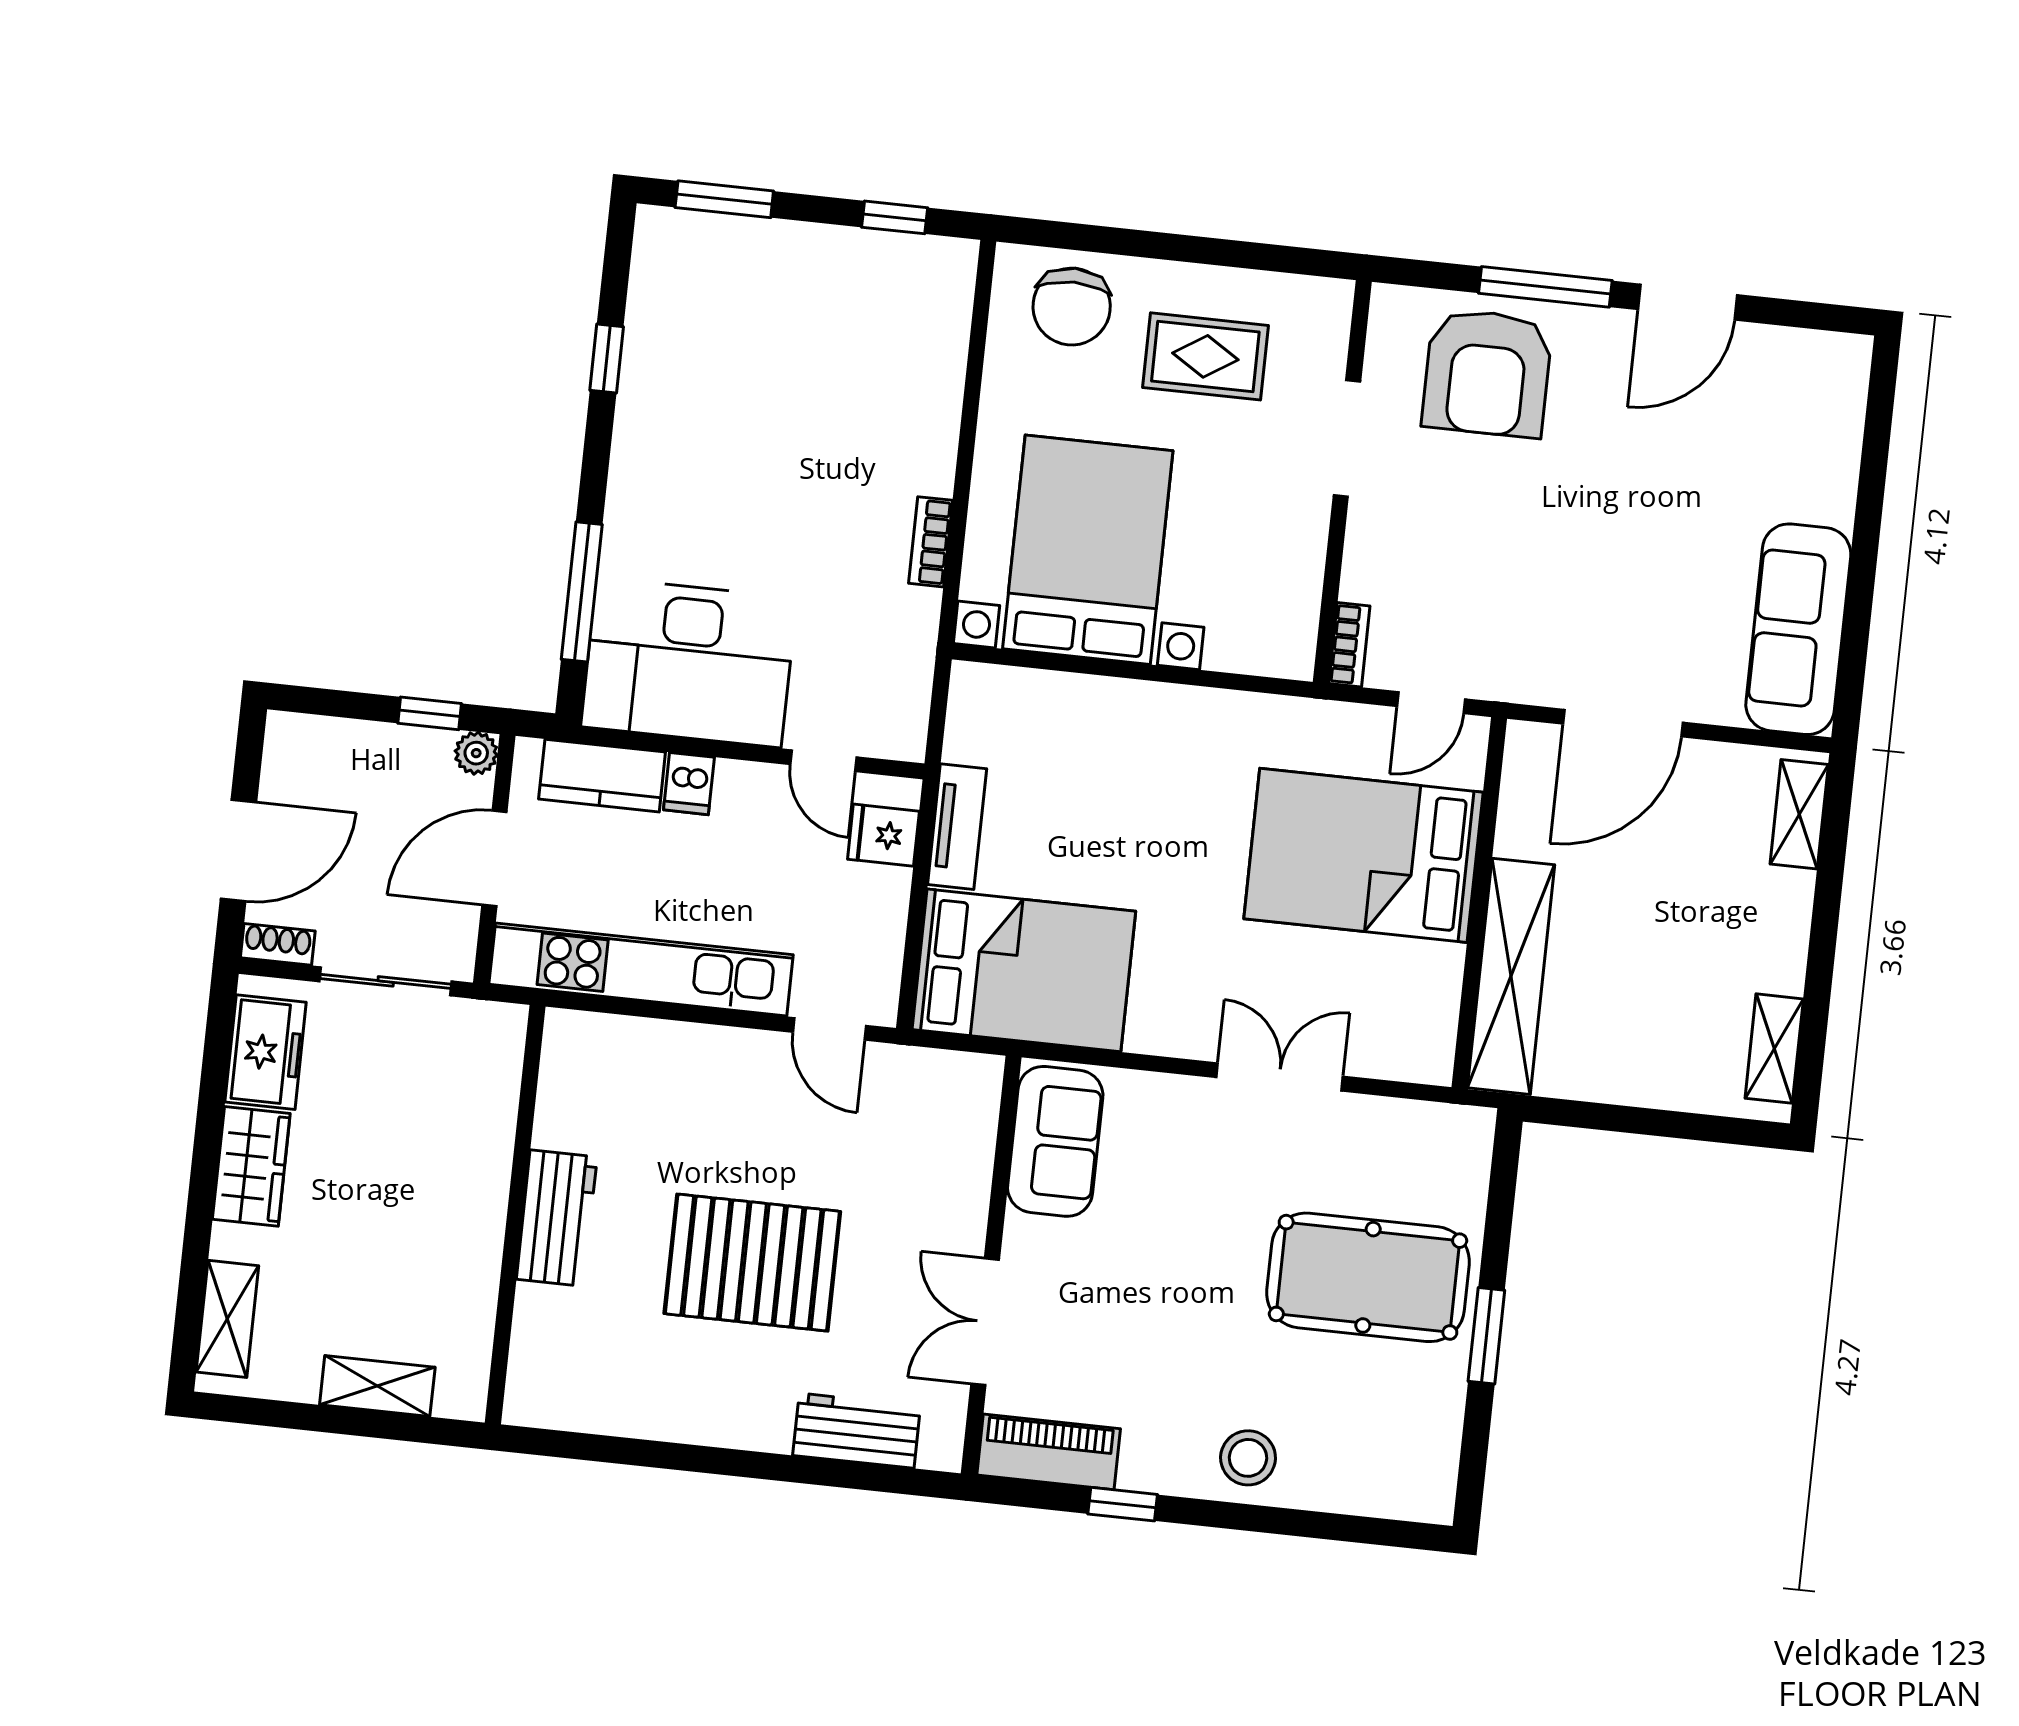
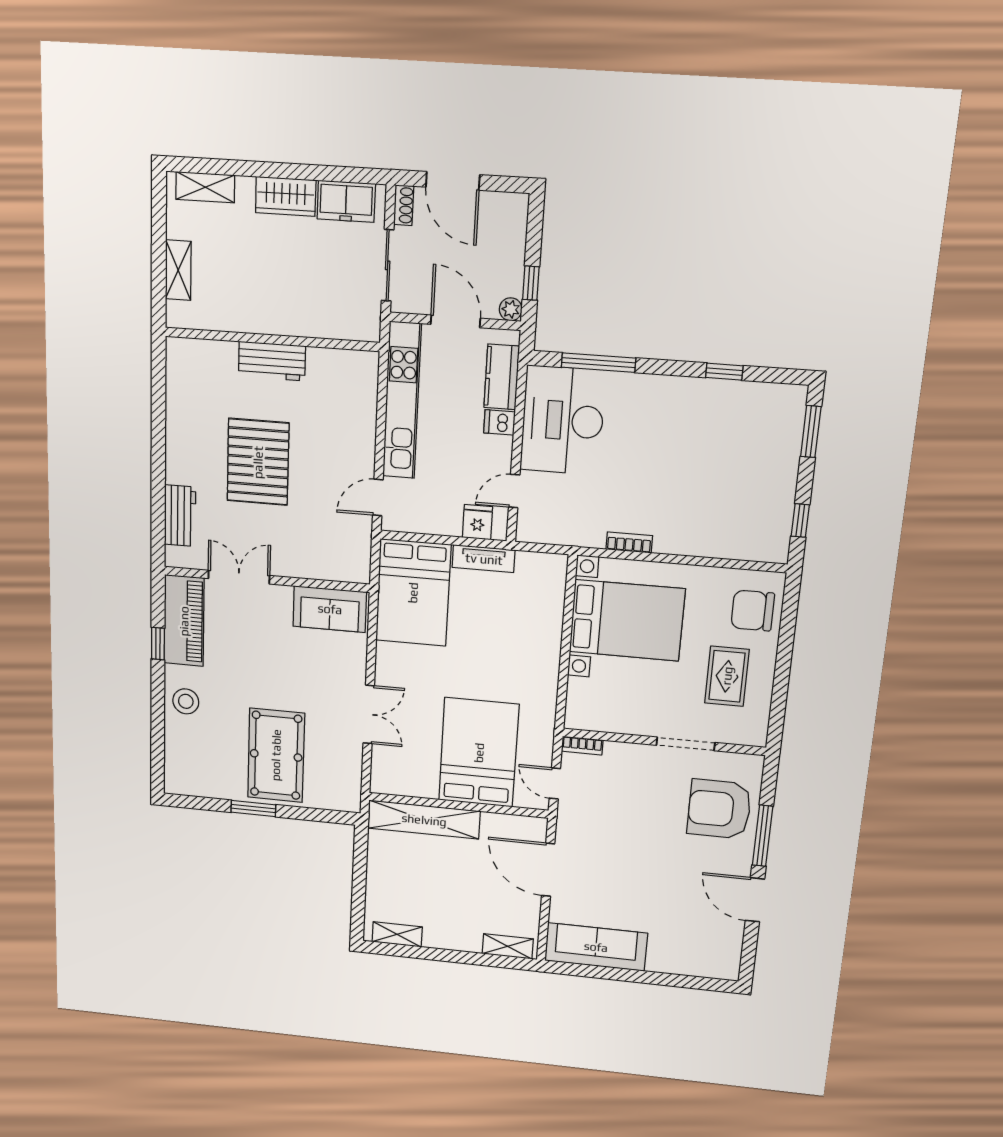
piano: (1049, 1452) -> (184, 621), width x1.37, depth x1.33

